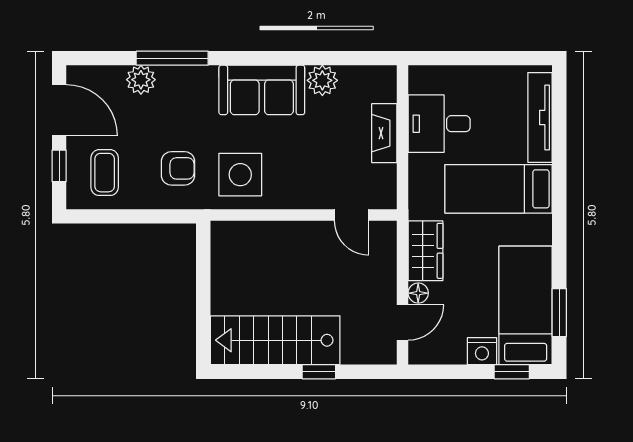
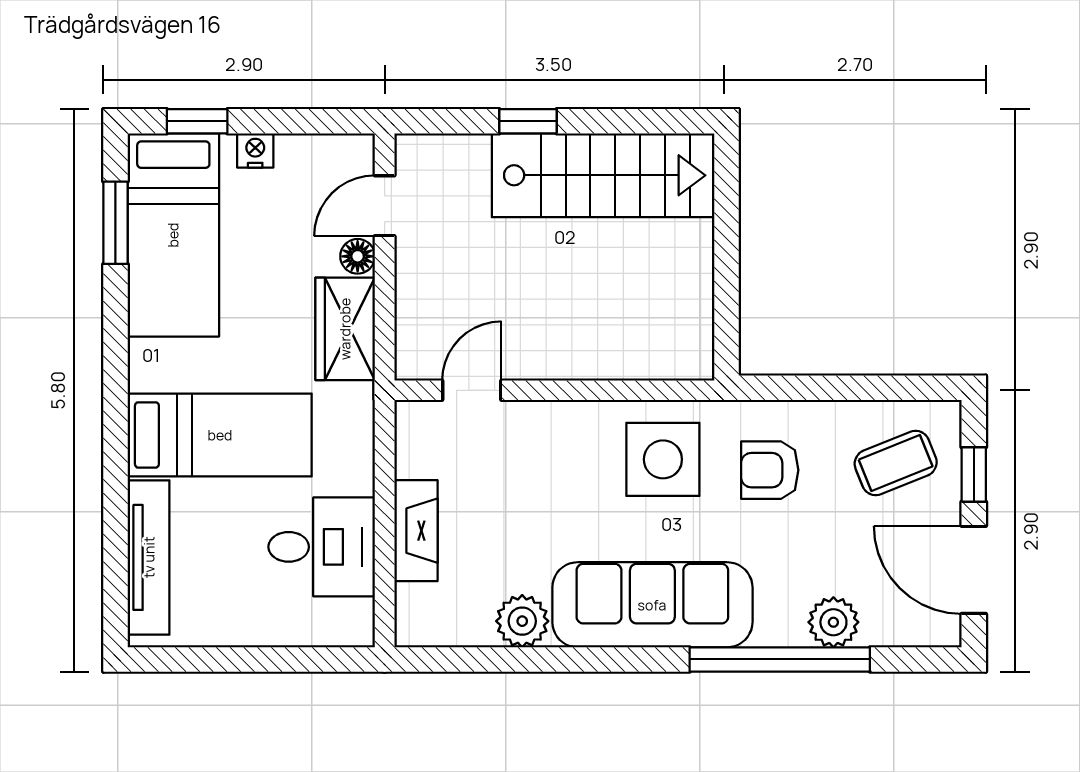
window: (172, 58) -> (780, 659), width x1.46
sofa: (262, 90) -> (652, 605), width x1.36
coffee table: (105, 173) -> (896, 463), turned 68
door: (352, 215) -> (472, 390), hinge flipped
nightstand: (482, 351) -> (255, 150), width x0.72, depth x0.74

